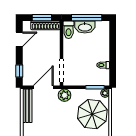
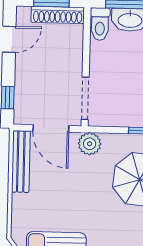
door: (43, 87) -> (51, 128), swing flipped

